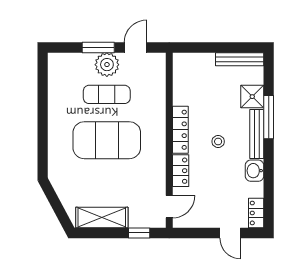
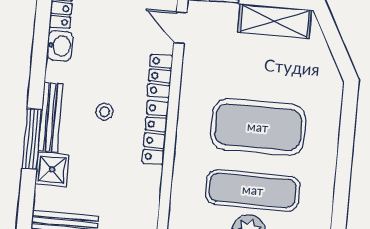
exercise mat: (107, 94) -> (253, 190), width x1.36, depth x1.45
washbasin: (254, 171) -> (60, 46), moved
door: (169, 207) -> (180, 28), hinge flipped

